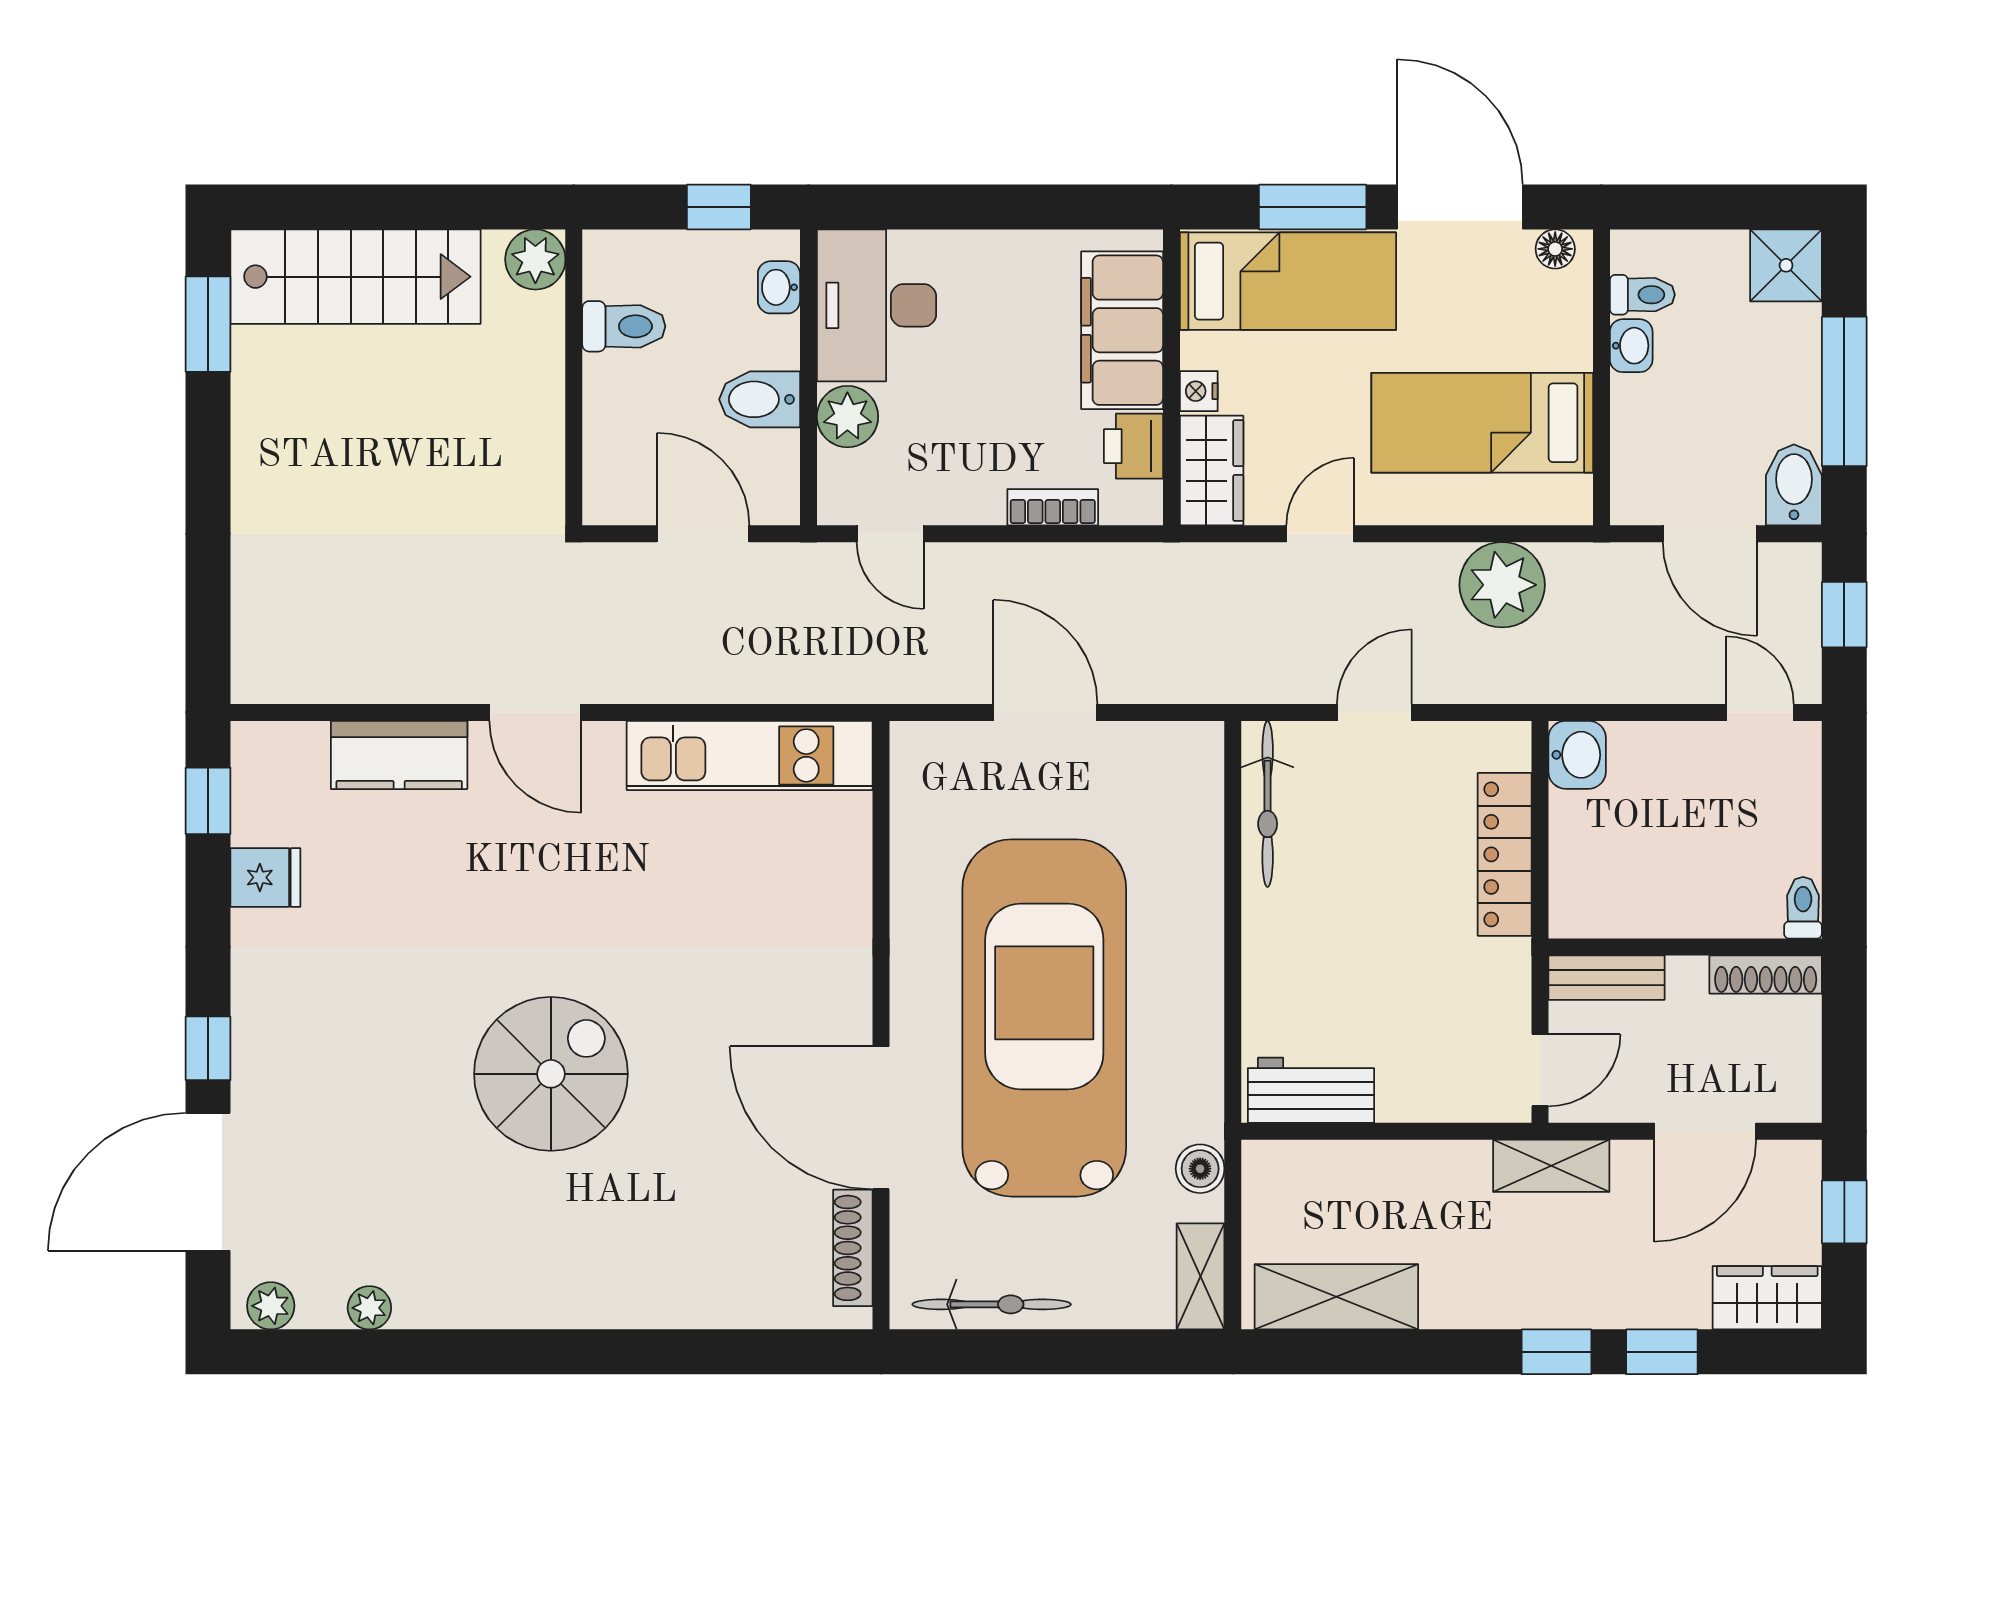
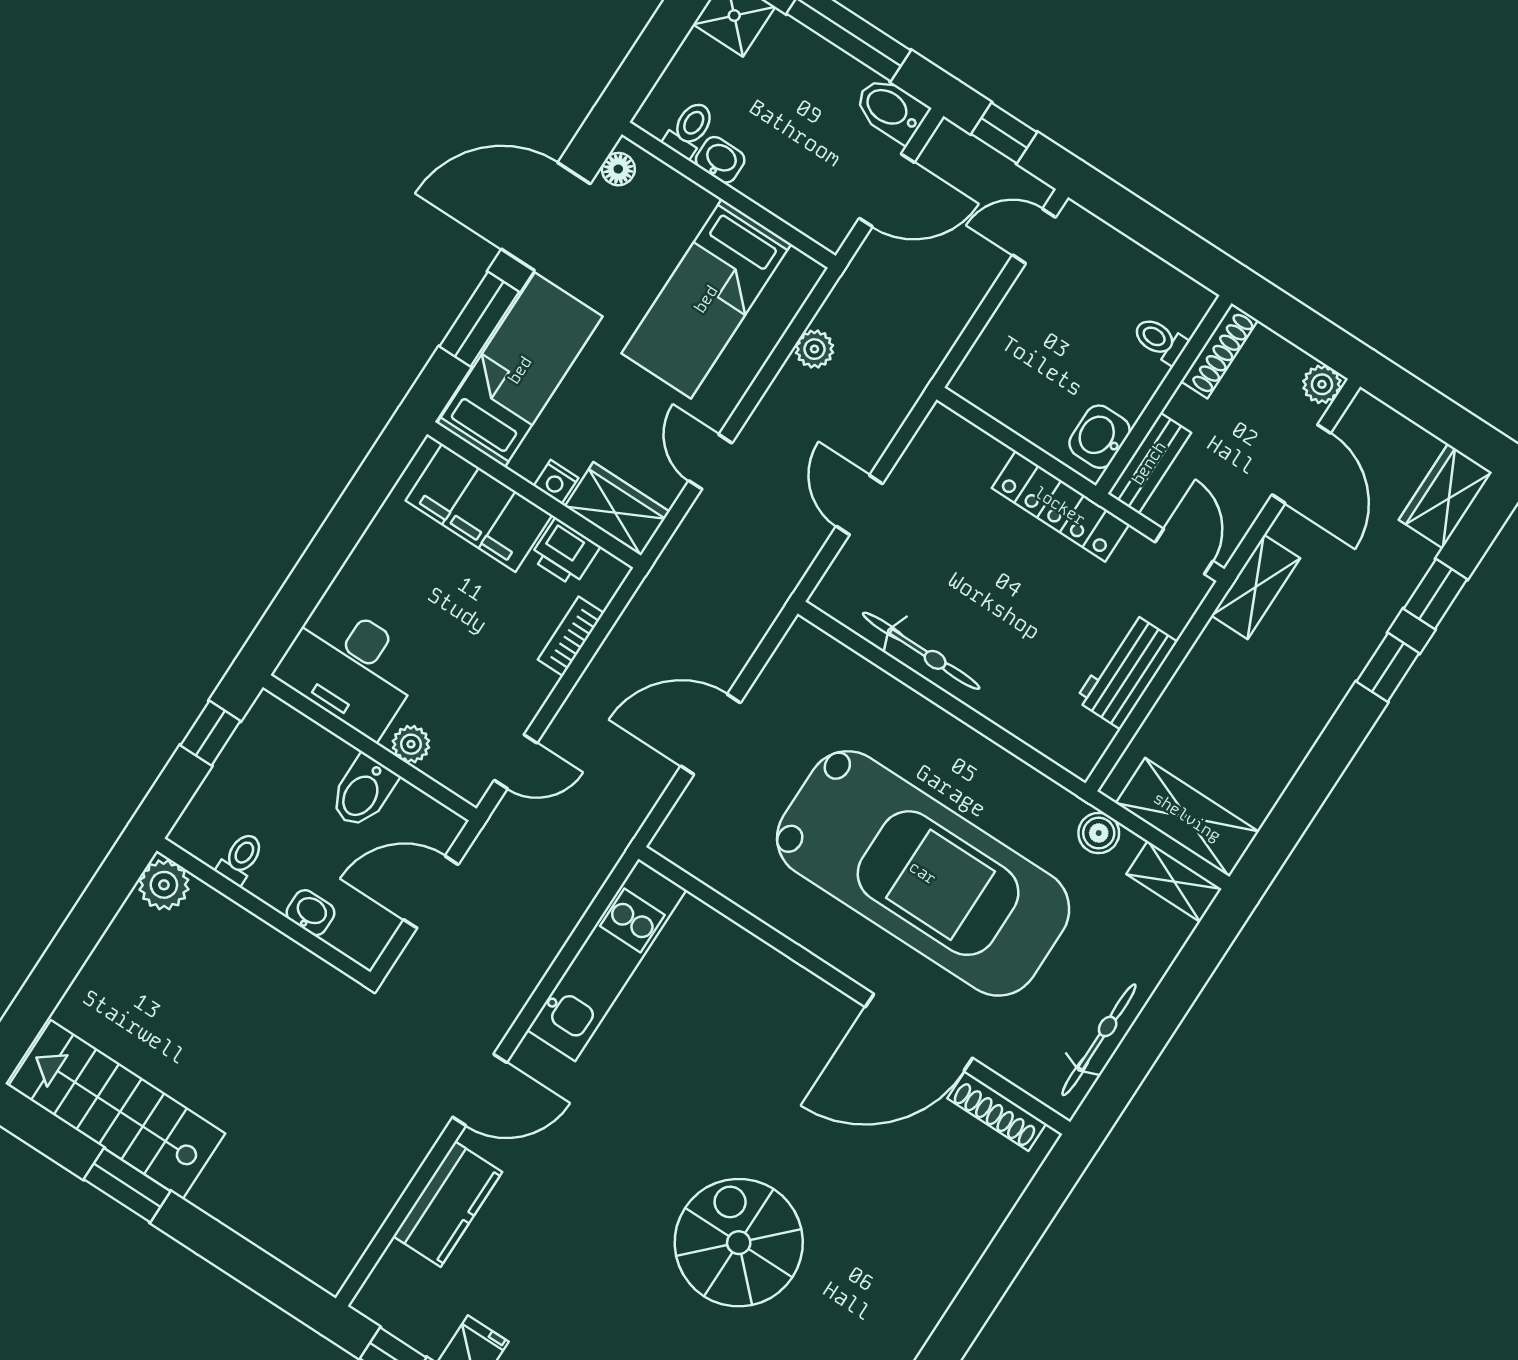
stairs: (356, 277) -> (117, 1110), moved, turned -90
washbasin: (779, 287) -> (311, 913), moved, turned 180
window: (208, 324) -> (127, 1185), moved
toilet: (624, 326) -> (241, 858), width x0.73, depth x0.72
plant: (847, 417) -> (411, 744), width x0.73, depth x0.73
plant: (1502, 585) -> (814, 349), width x0.53, depth x0.53
washbasin: (1577, 755) -> (1100, 437), moved, turned -90
bicycle: (1268, 804) -> (921, 651), moved
locker: (1505, 854) -> (1060, 506), moved
toilet: (1803, 908) -> (1160, 340), moved
car: (1044, 1018) -> (923, 873), turned 180
workbench: (1311, 1090) -> (1126, 671), moved
plant: (1799, 1100) -> (1322, 384), added
window: (1844, 1212) -> (1421, 403), removed
shelving: (1336, 1297) -> (1187, 817), moved, turned 90

